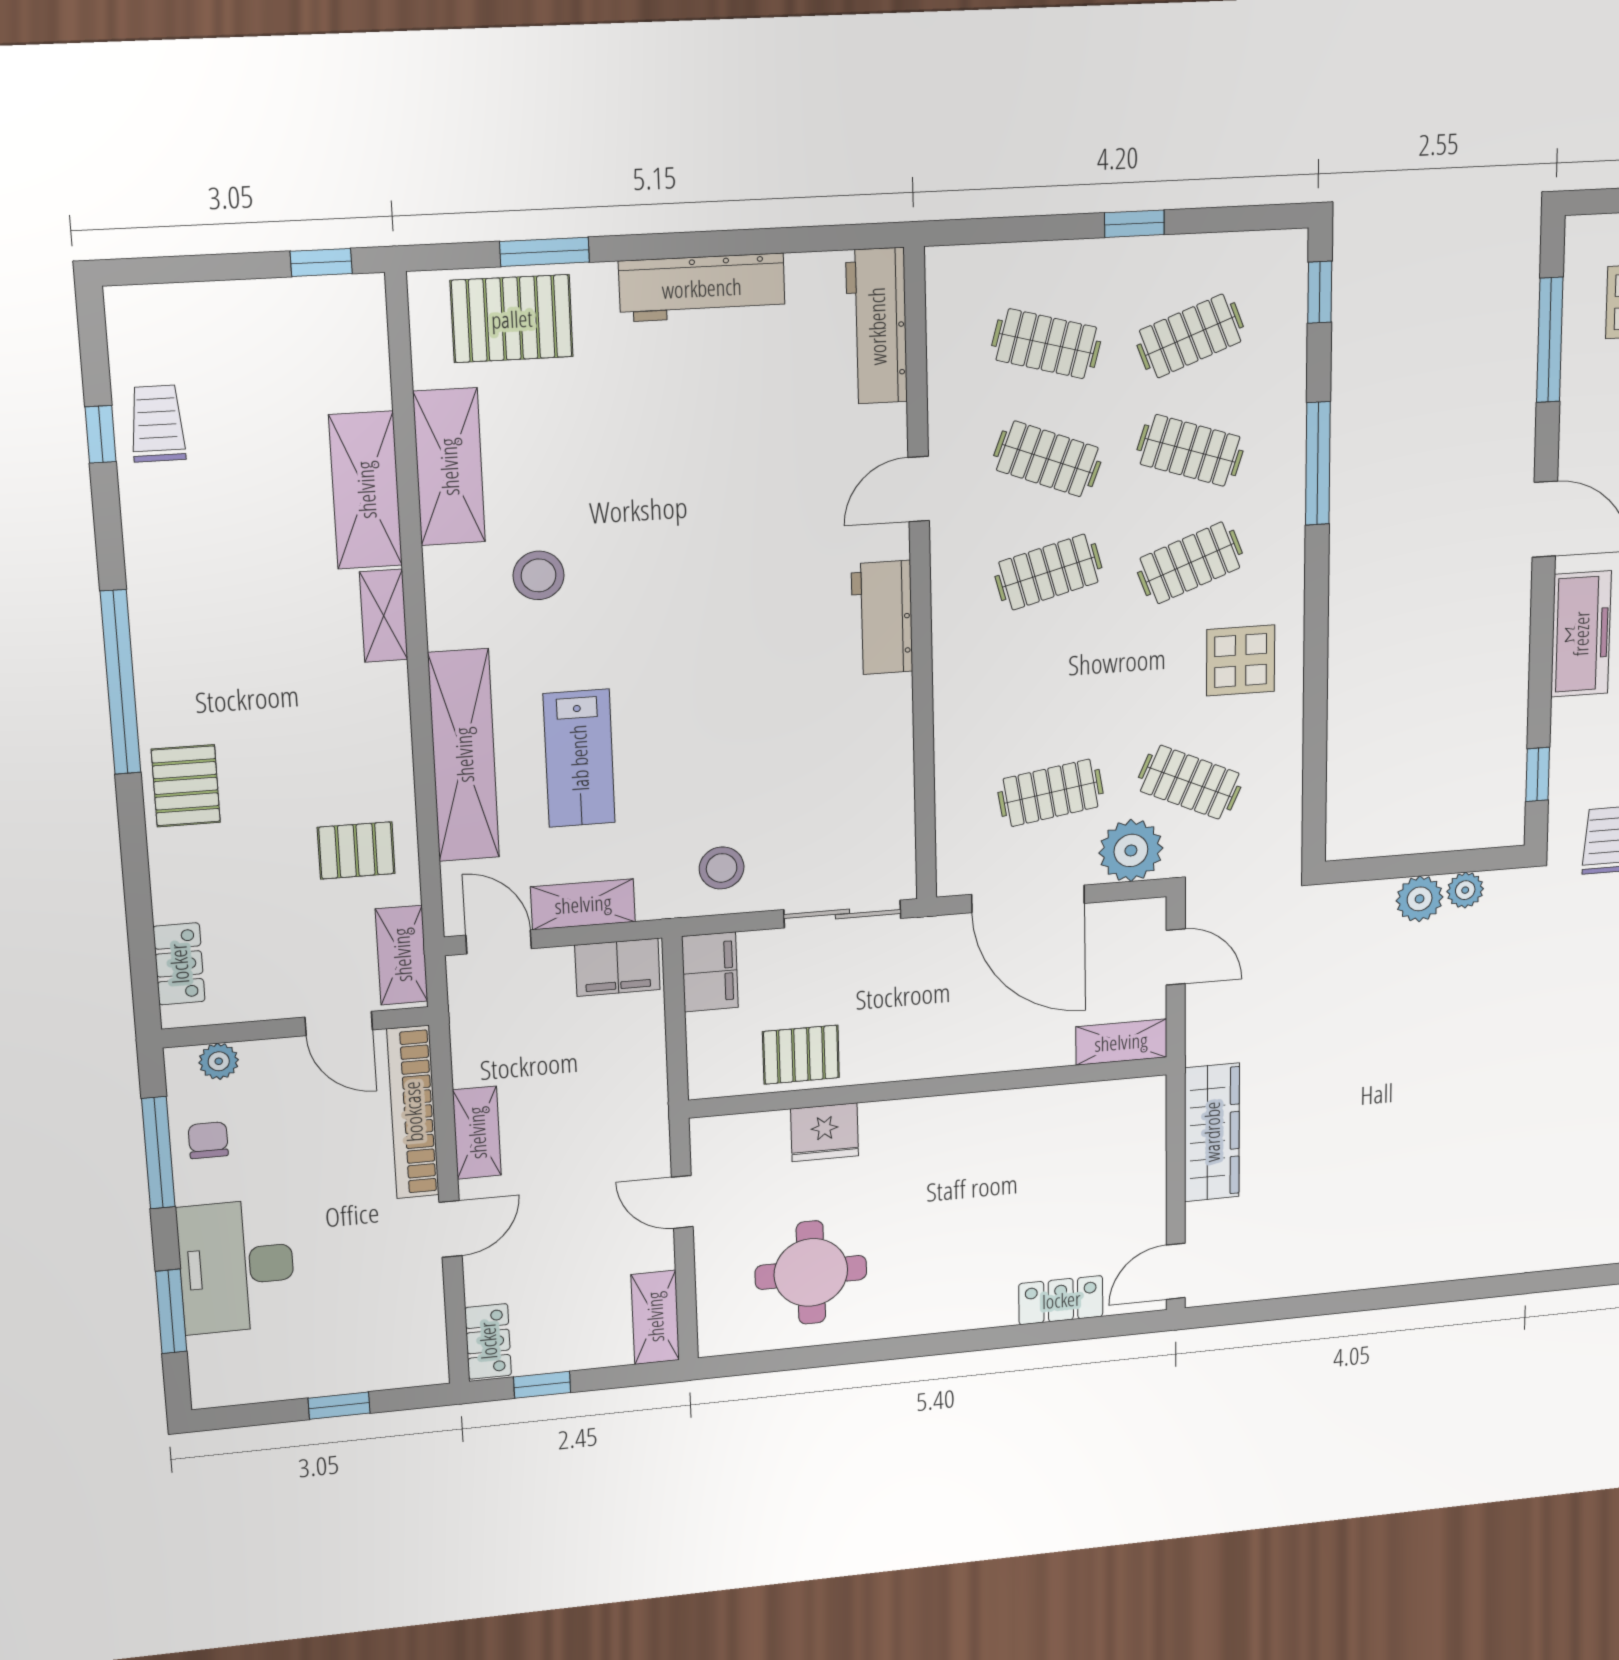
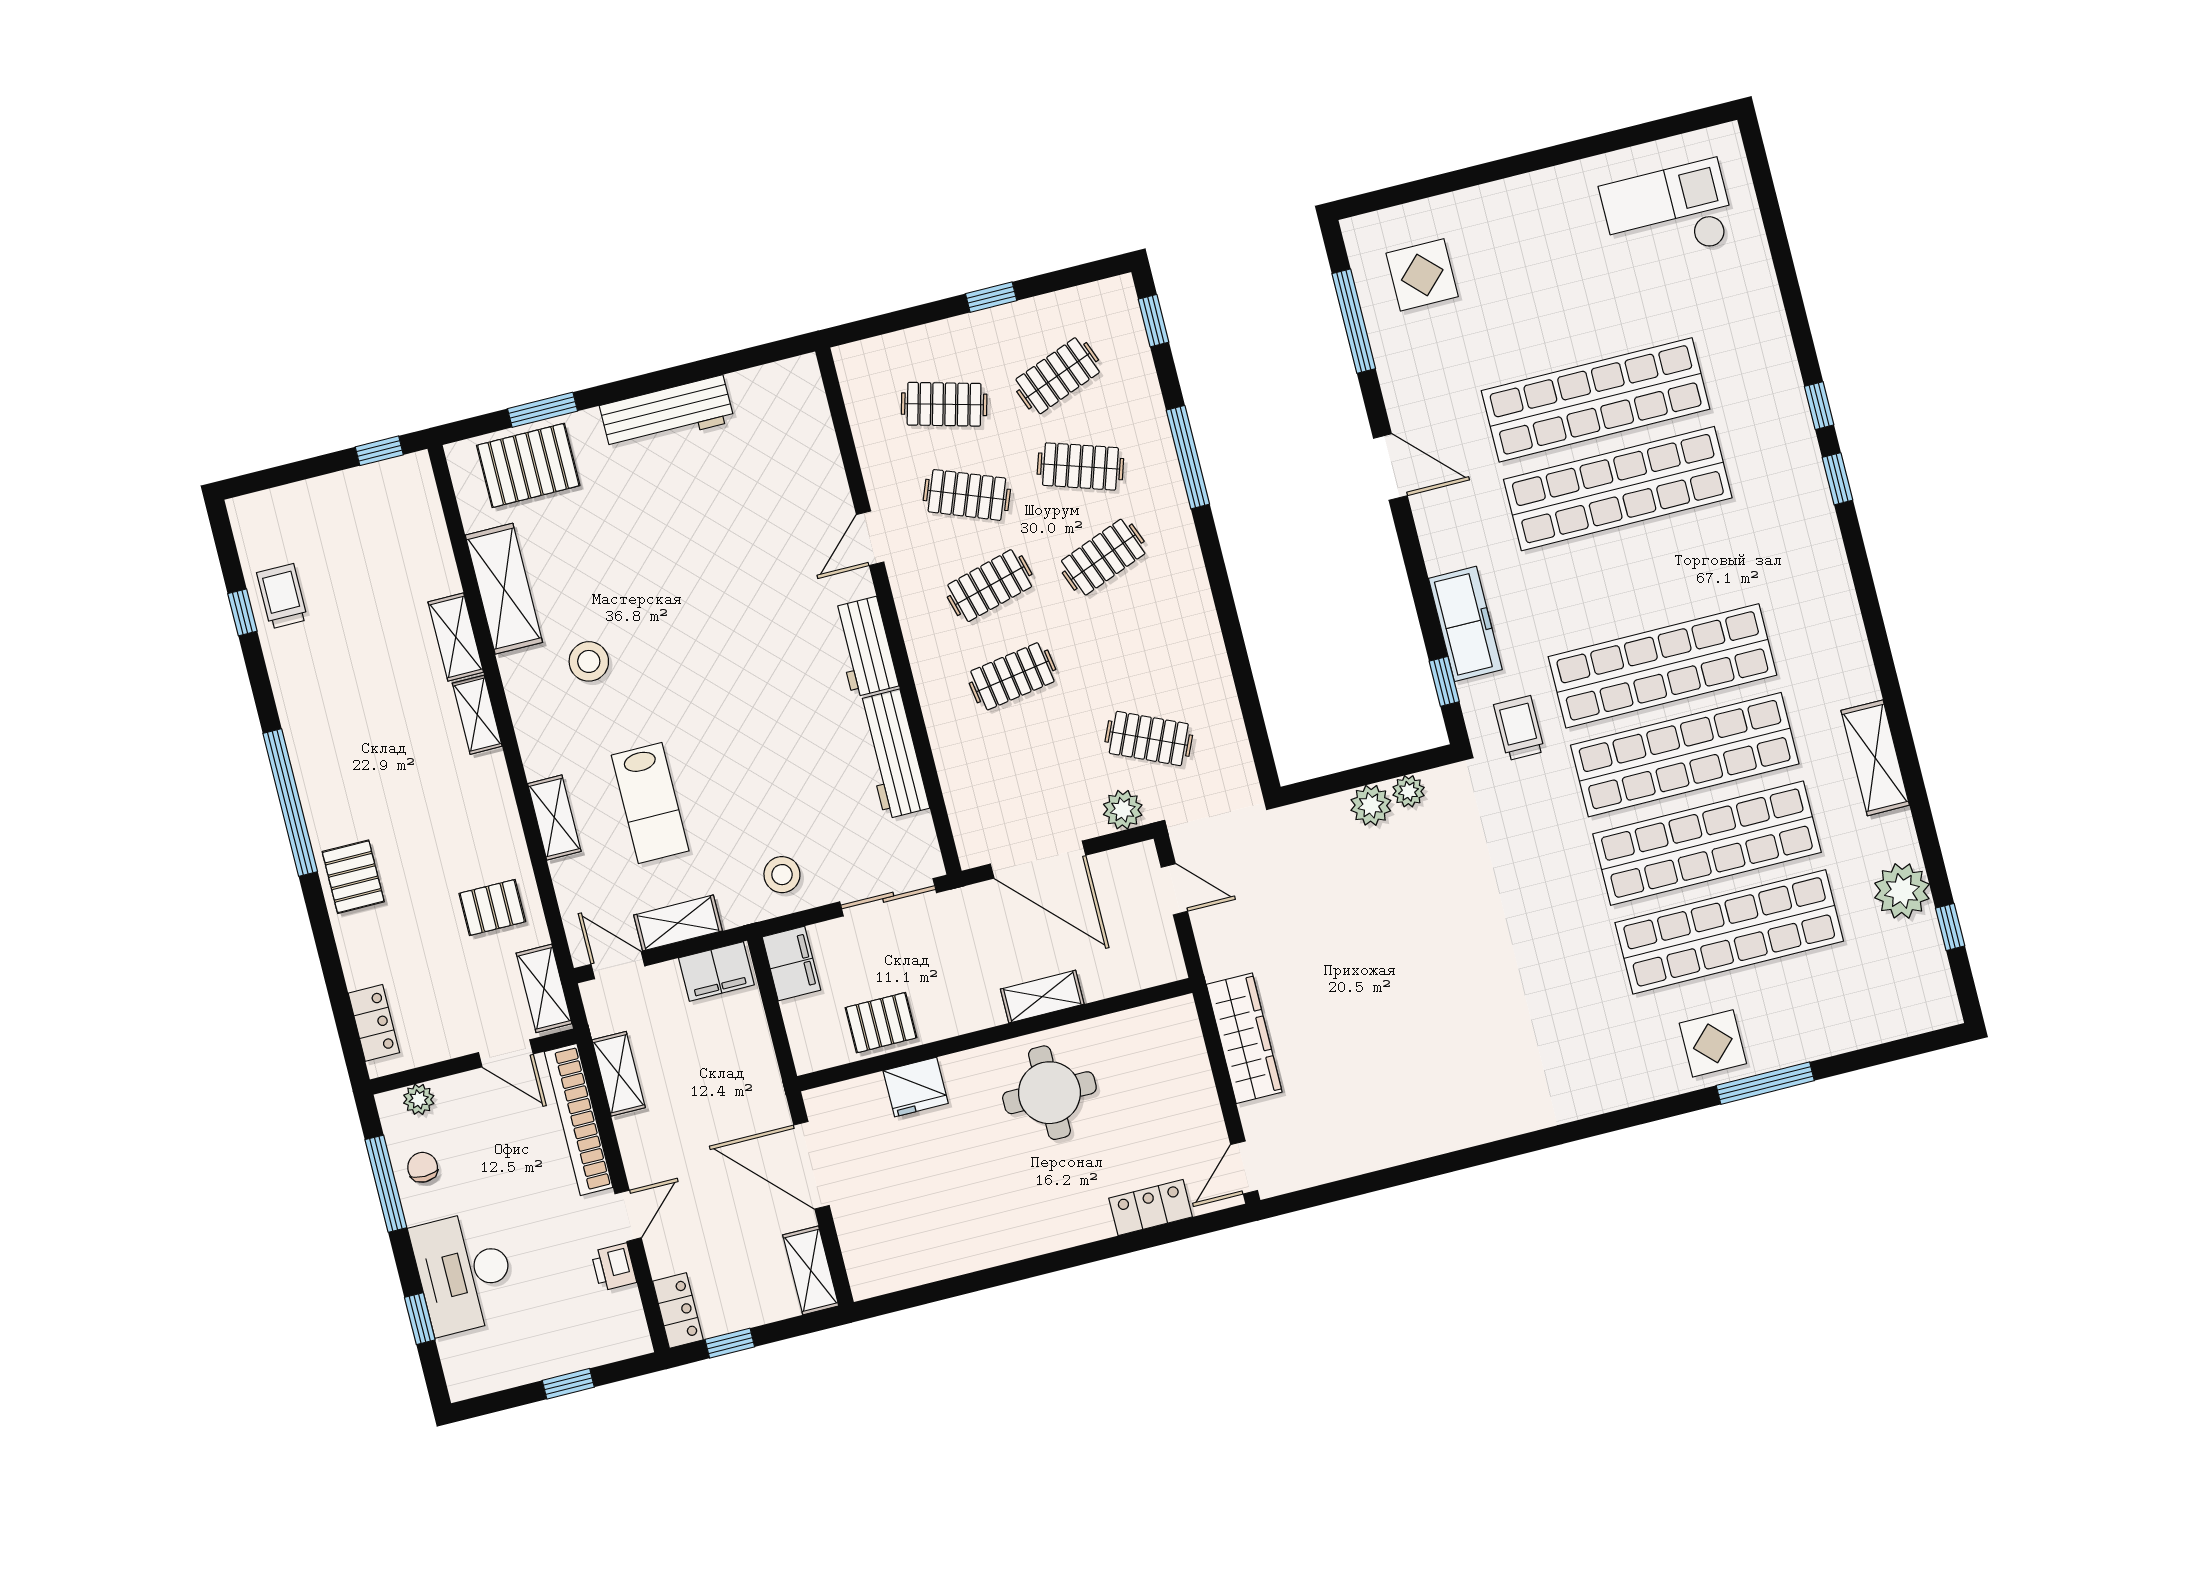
workbench: (877, 326) -> (892, 754), moved
shelving: (366, 490) -> (456, 637), width x0.67, depth x0.75
freezer: (1581, 634) -> (1465, 624), moved
display table: (1241, 660) -> (1165, 630), removed
shelving: (464, 755) -> (554, 818), width x0.45, depth x0.75
clothes rail: (1051, 793) -> (1012, 676), moved
plant: (1131, 851) -> (1123, 810), width x0.73, depth x0.73
shelving: (1121, 1042) -> (1042, 997), moved
shelving: (477, 1133) -> (619, 1074), moved
door: (682, 1202) -> (811, 1165), width x1.87
round table: (811, 1272) -> (1049, 1093), moved
printer: (421, 1284) -> (614, 1267), added
window: (171, 1311) -> (420, 1319), width x0.67

